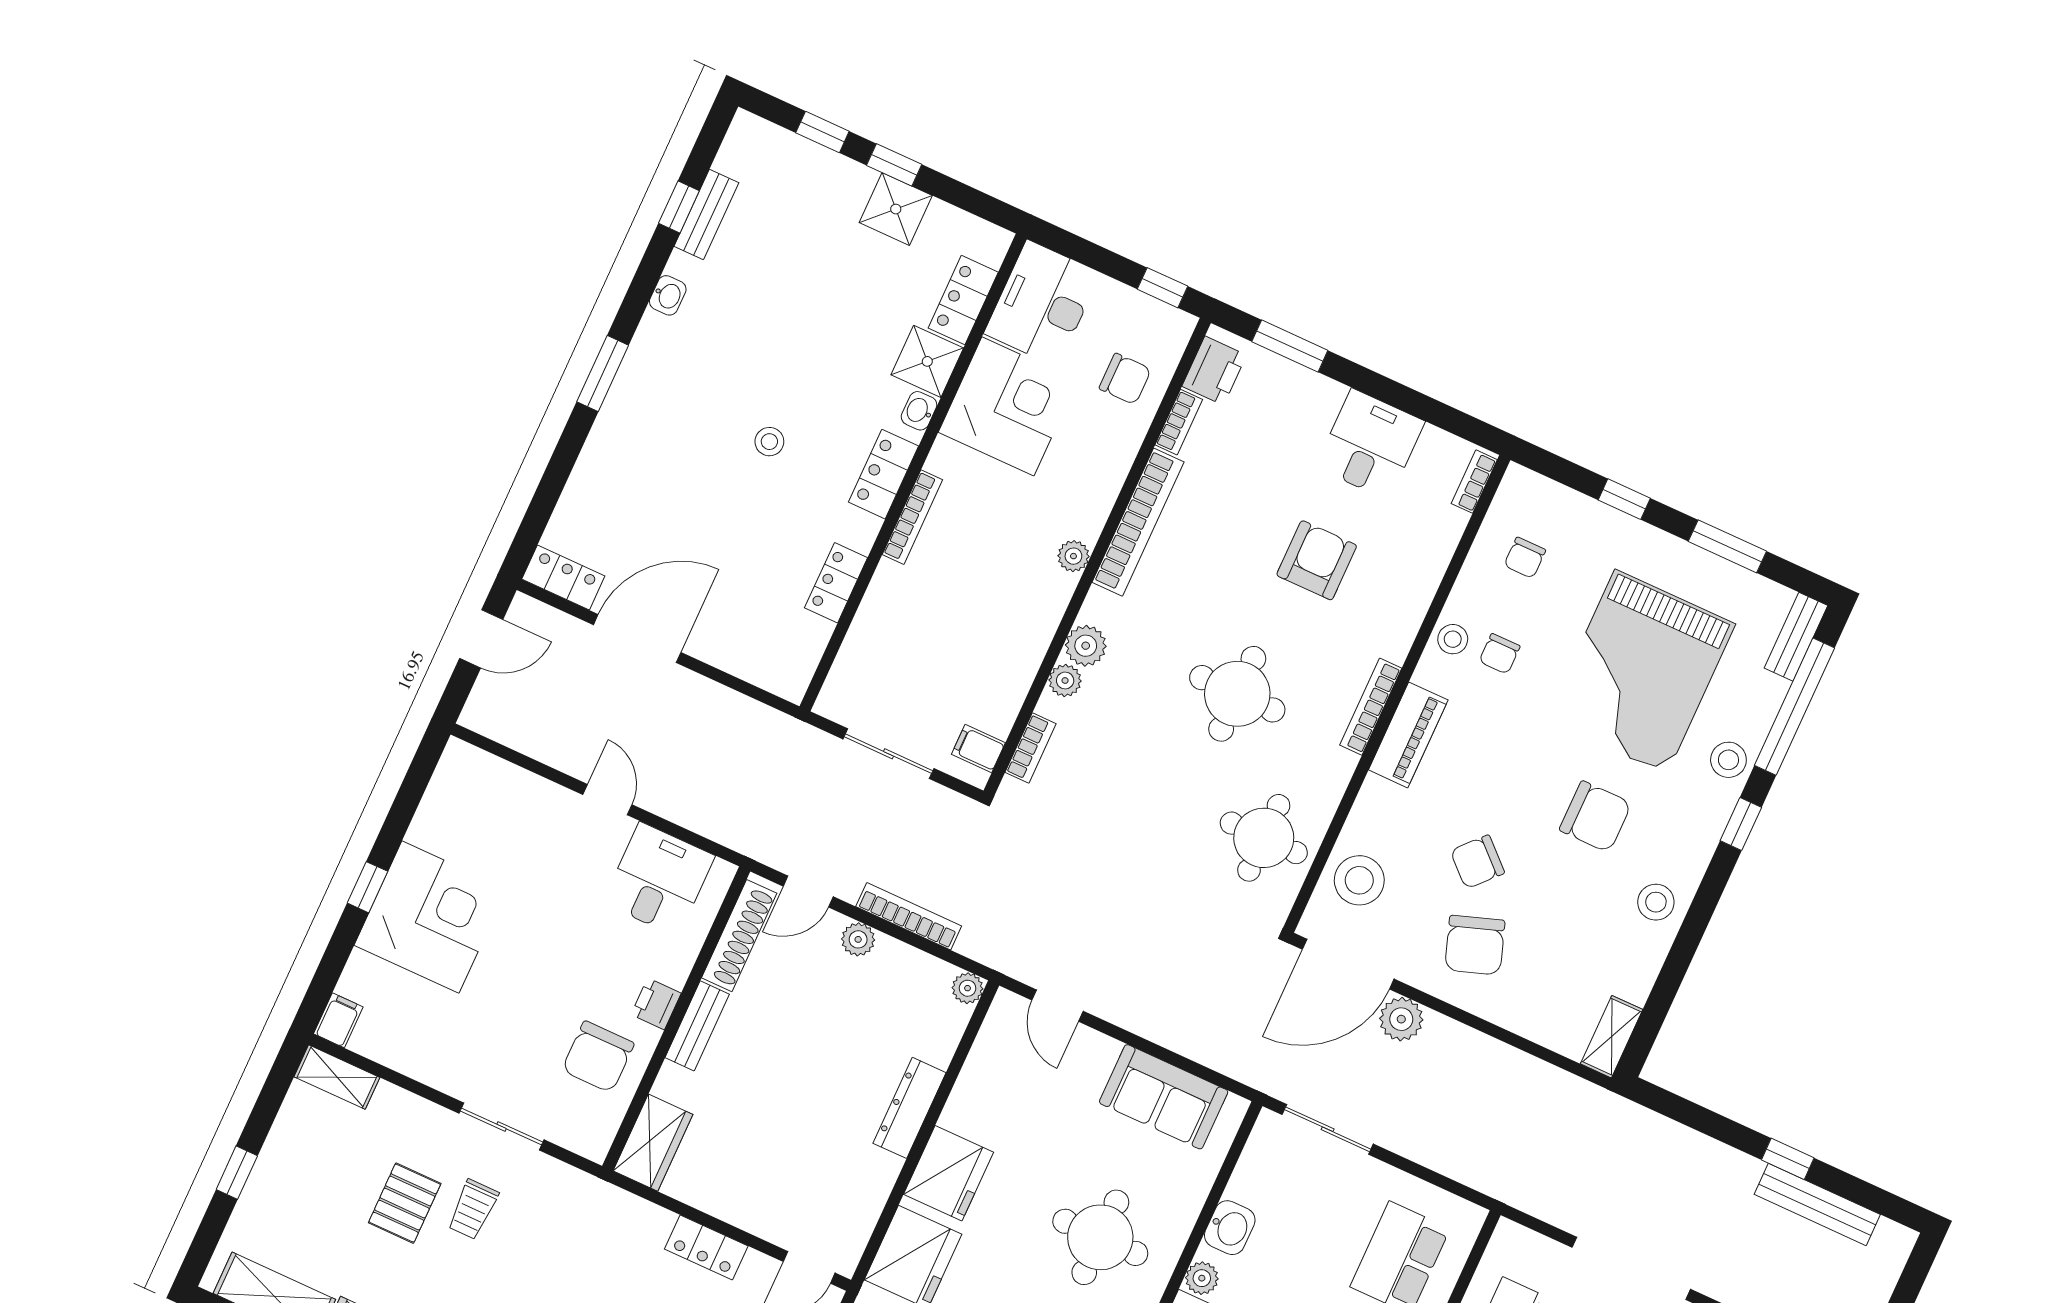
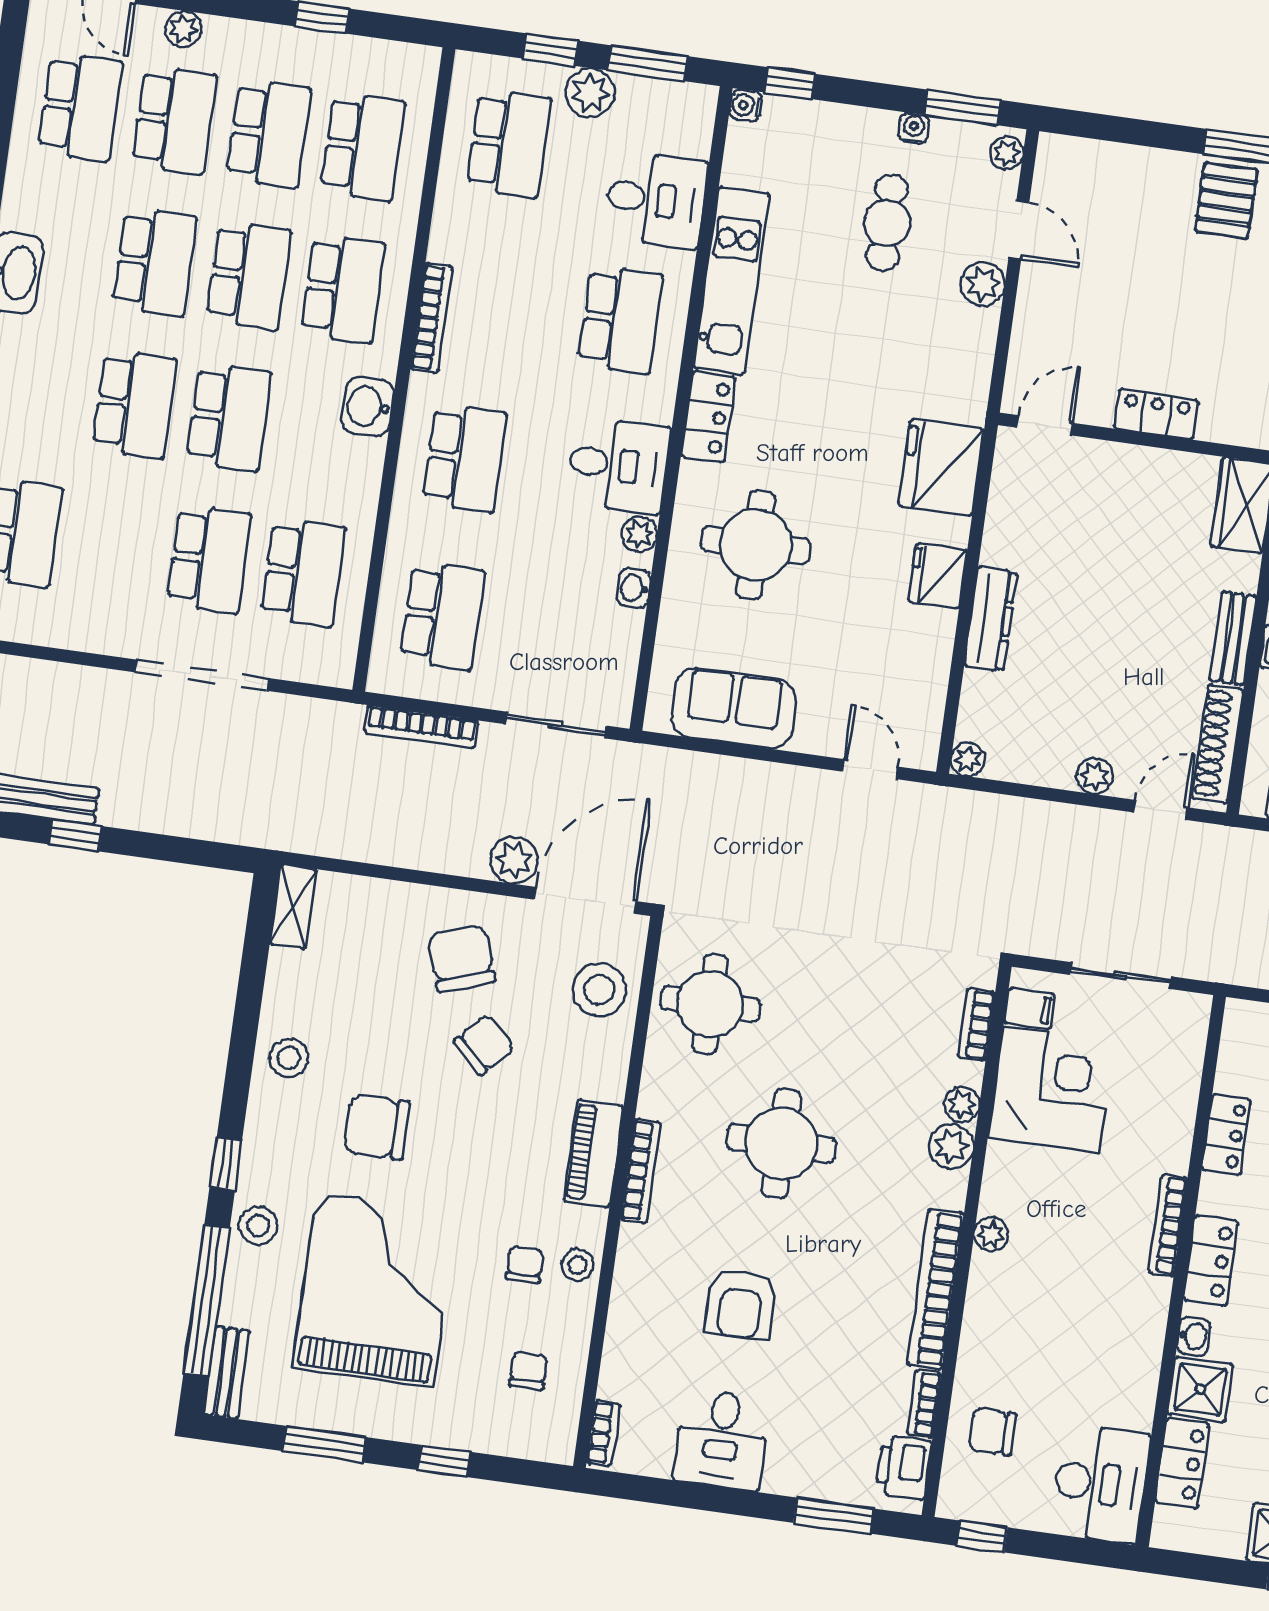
corner desk: (1008, 406) -> (1051, 1090), moved, turned 180
bookcase: (909, 916) -> (421, 727), moved
fridge: (948, 1173) -> (938, 576), width x0.73, depth x0.75
washbasin: (1230, 1228) -> (634, 588), width x0.72, depth x0.69

